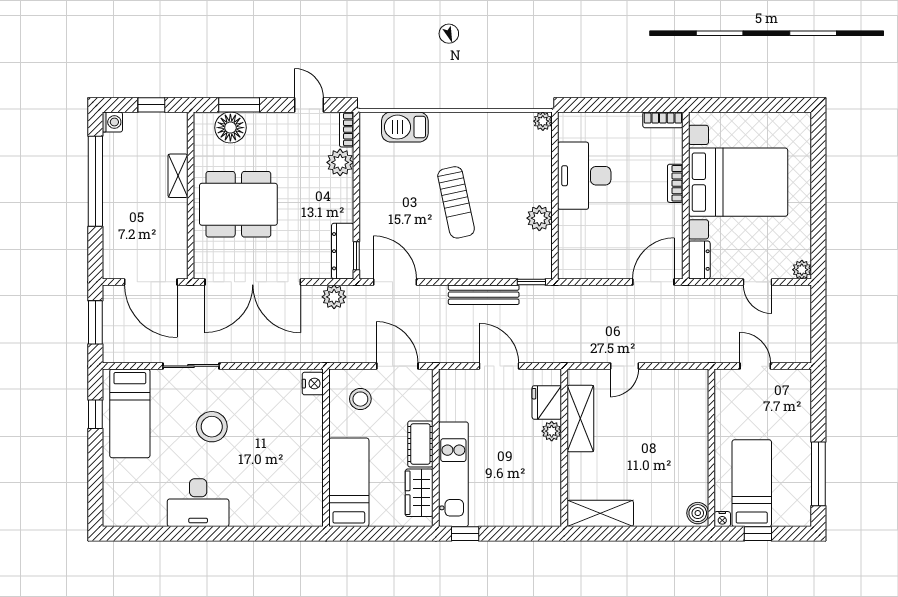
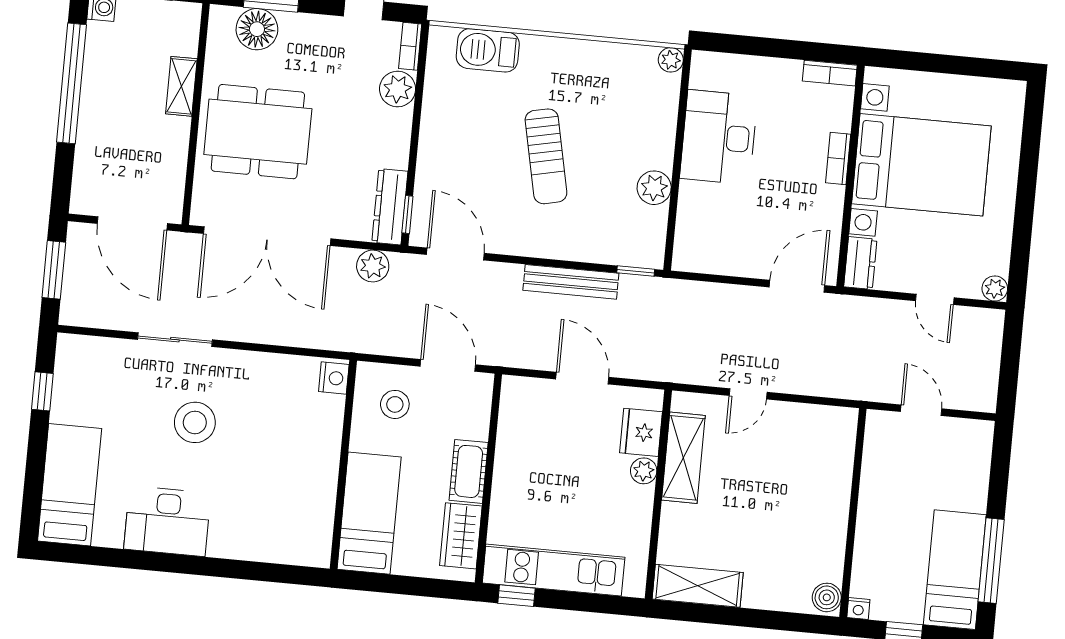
bed: (130, 413) -> (70, 485), moved, turned 180
kitchen unit: (453, 474) -> (554, 570), moved, turned -90
bed: (752, 483) -> (955, 570), moved

